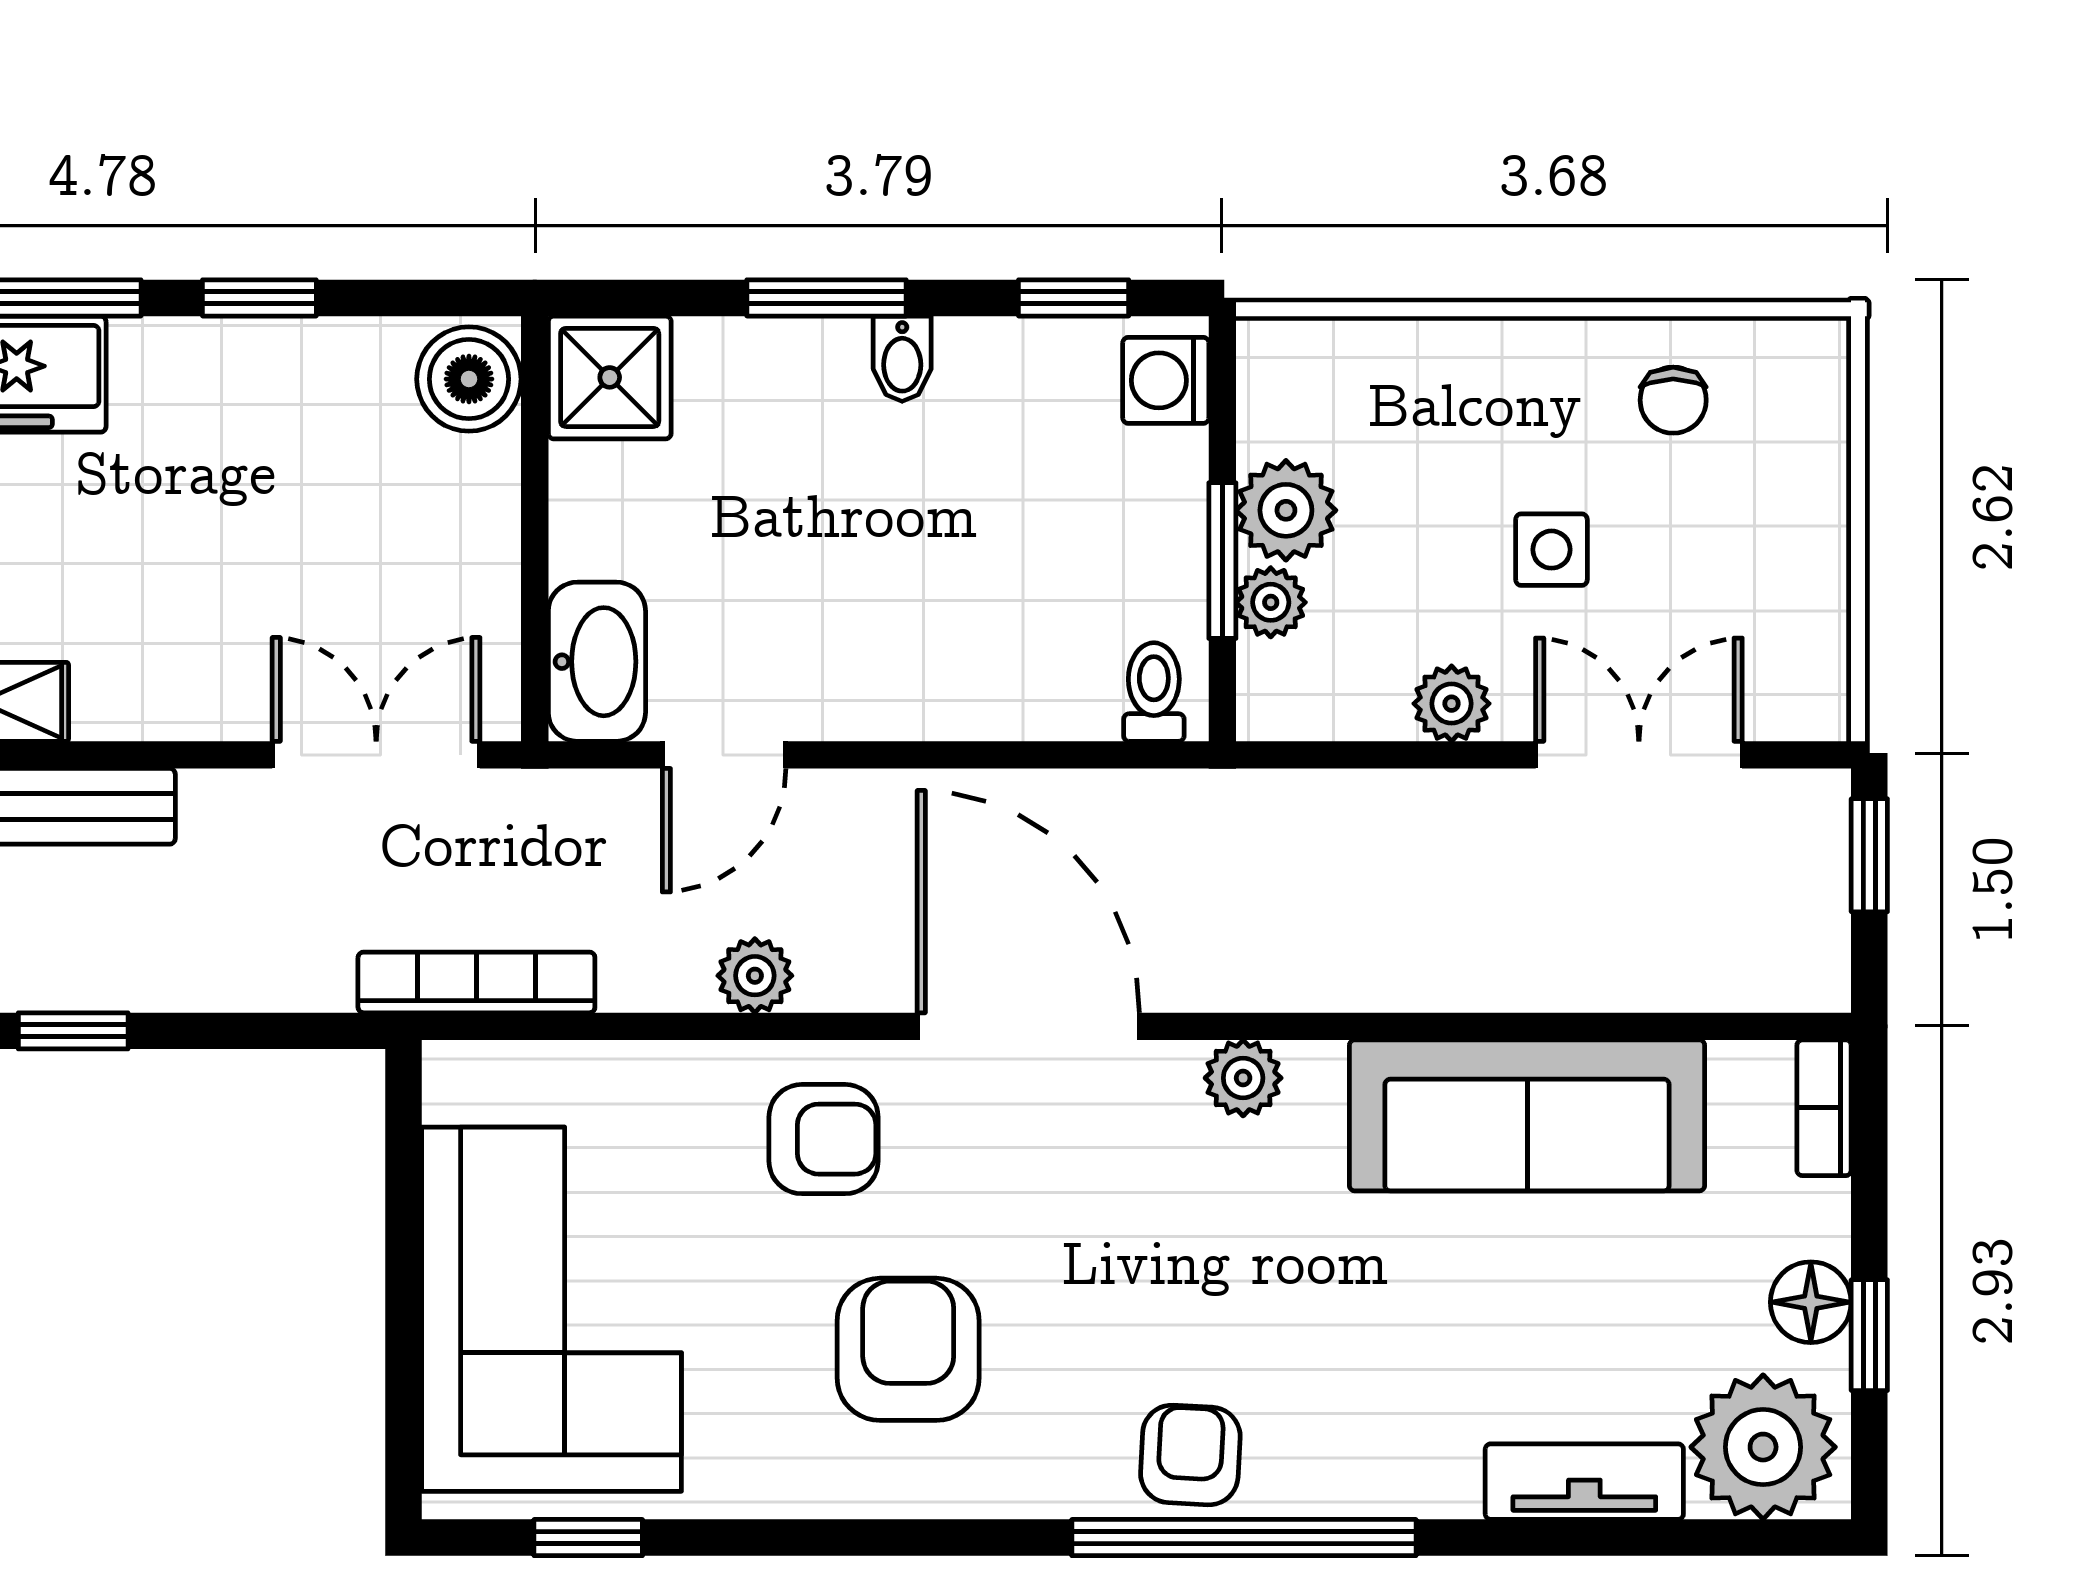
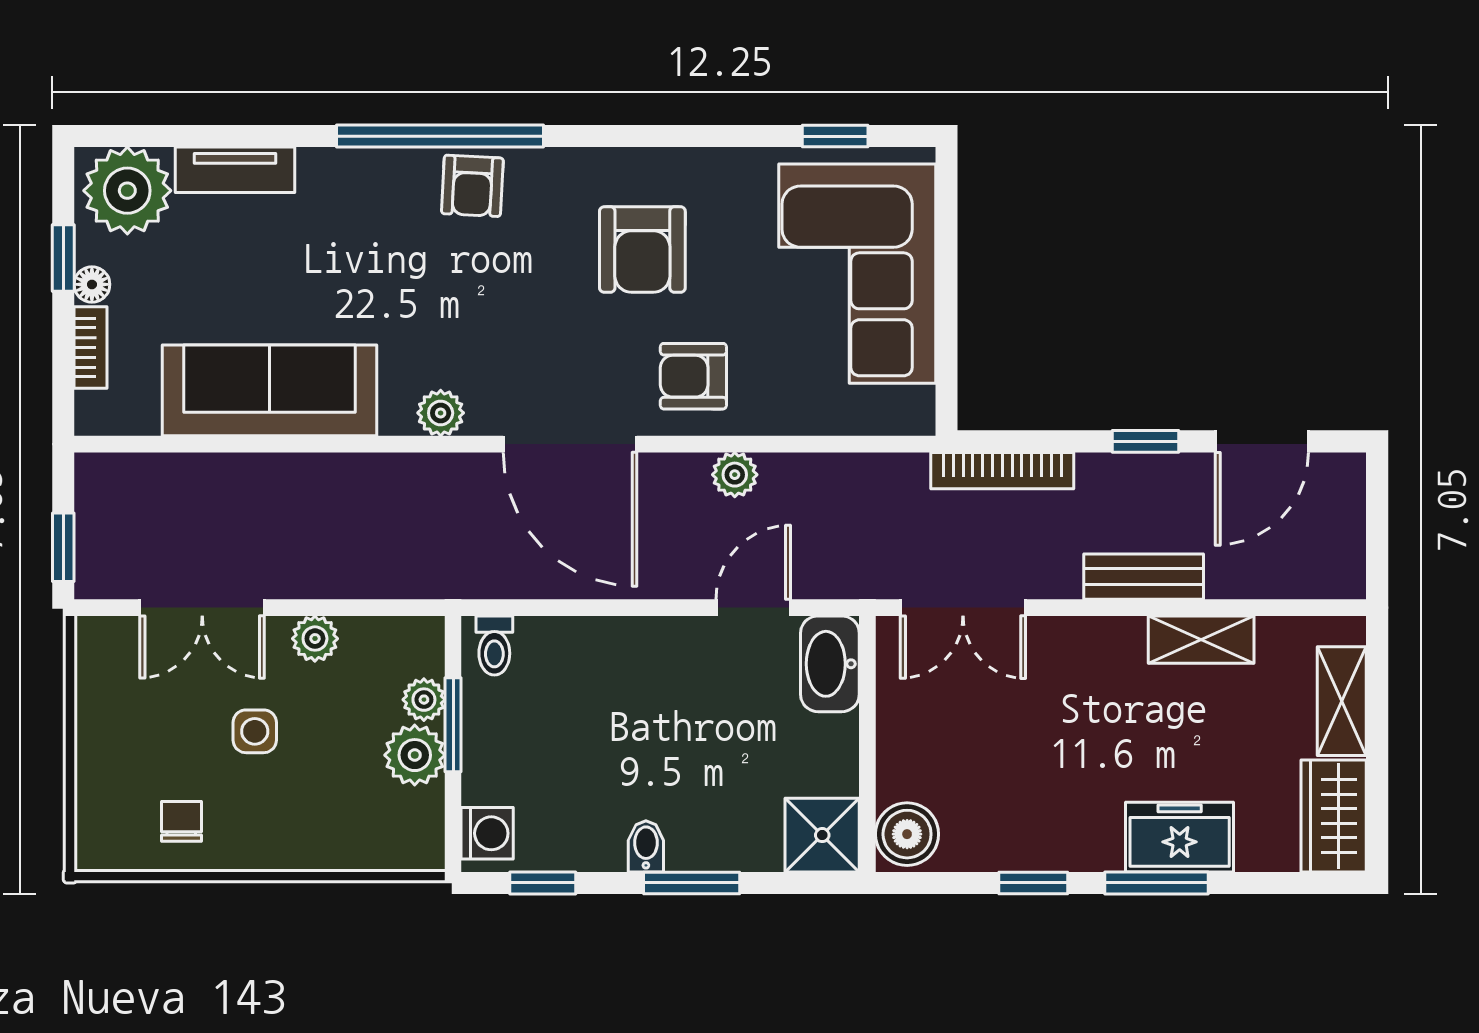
bookcase: (476, 982) -> (1002, 471), moved
bookcase: (1824, 1108) -> (91, 348), moved
floor lamp: (1811, 1302) -> (92, 284), width x0.73, depth x0.73

